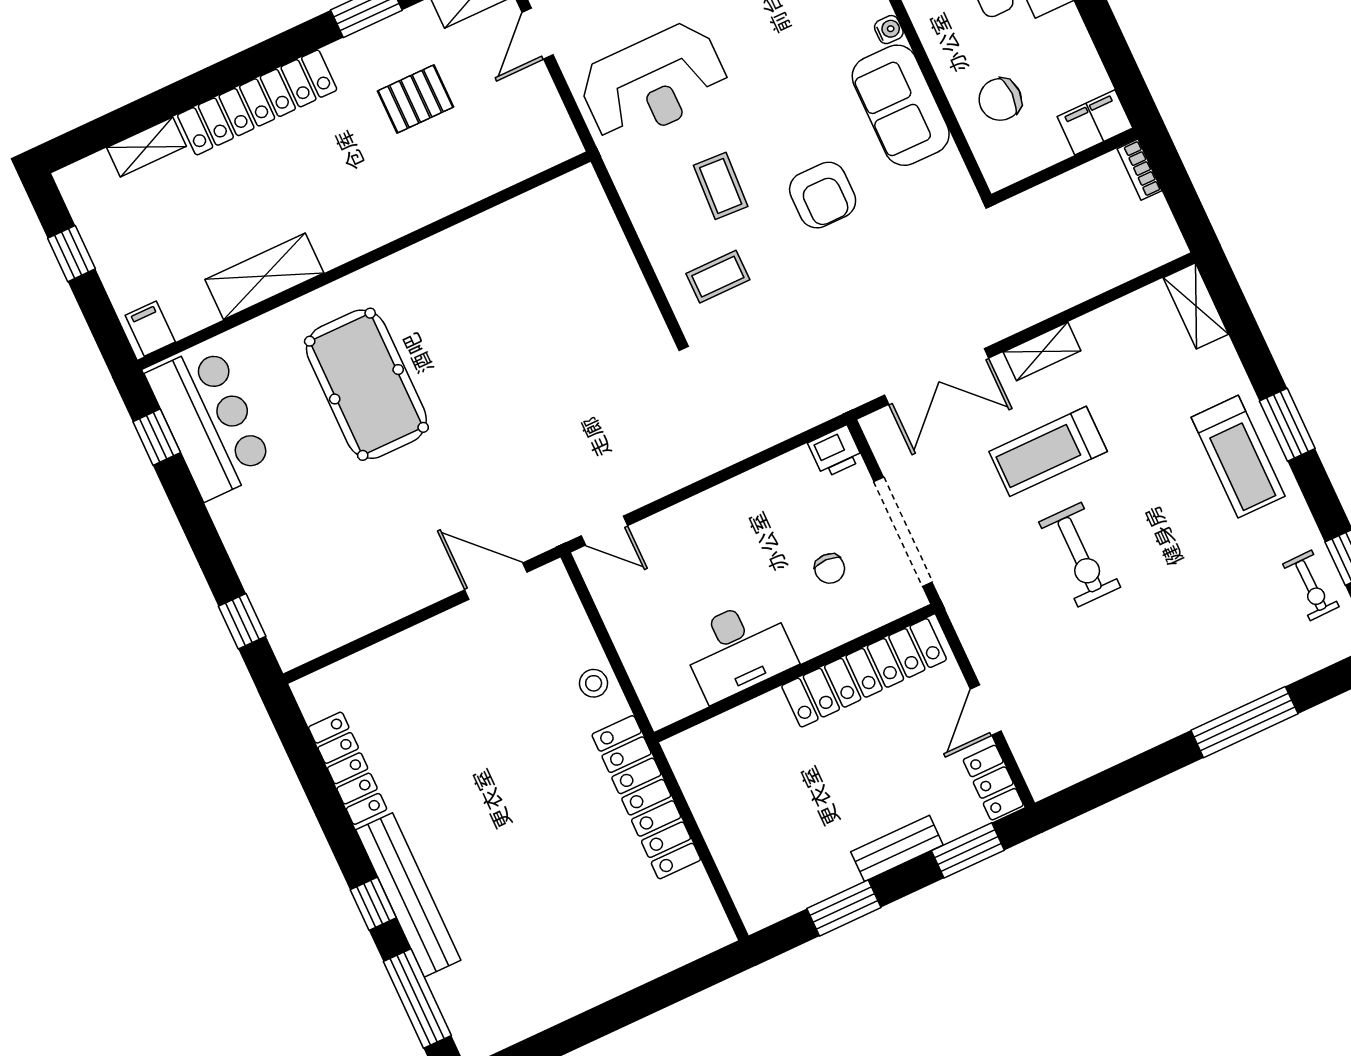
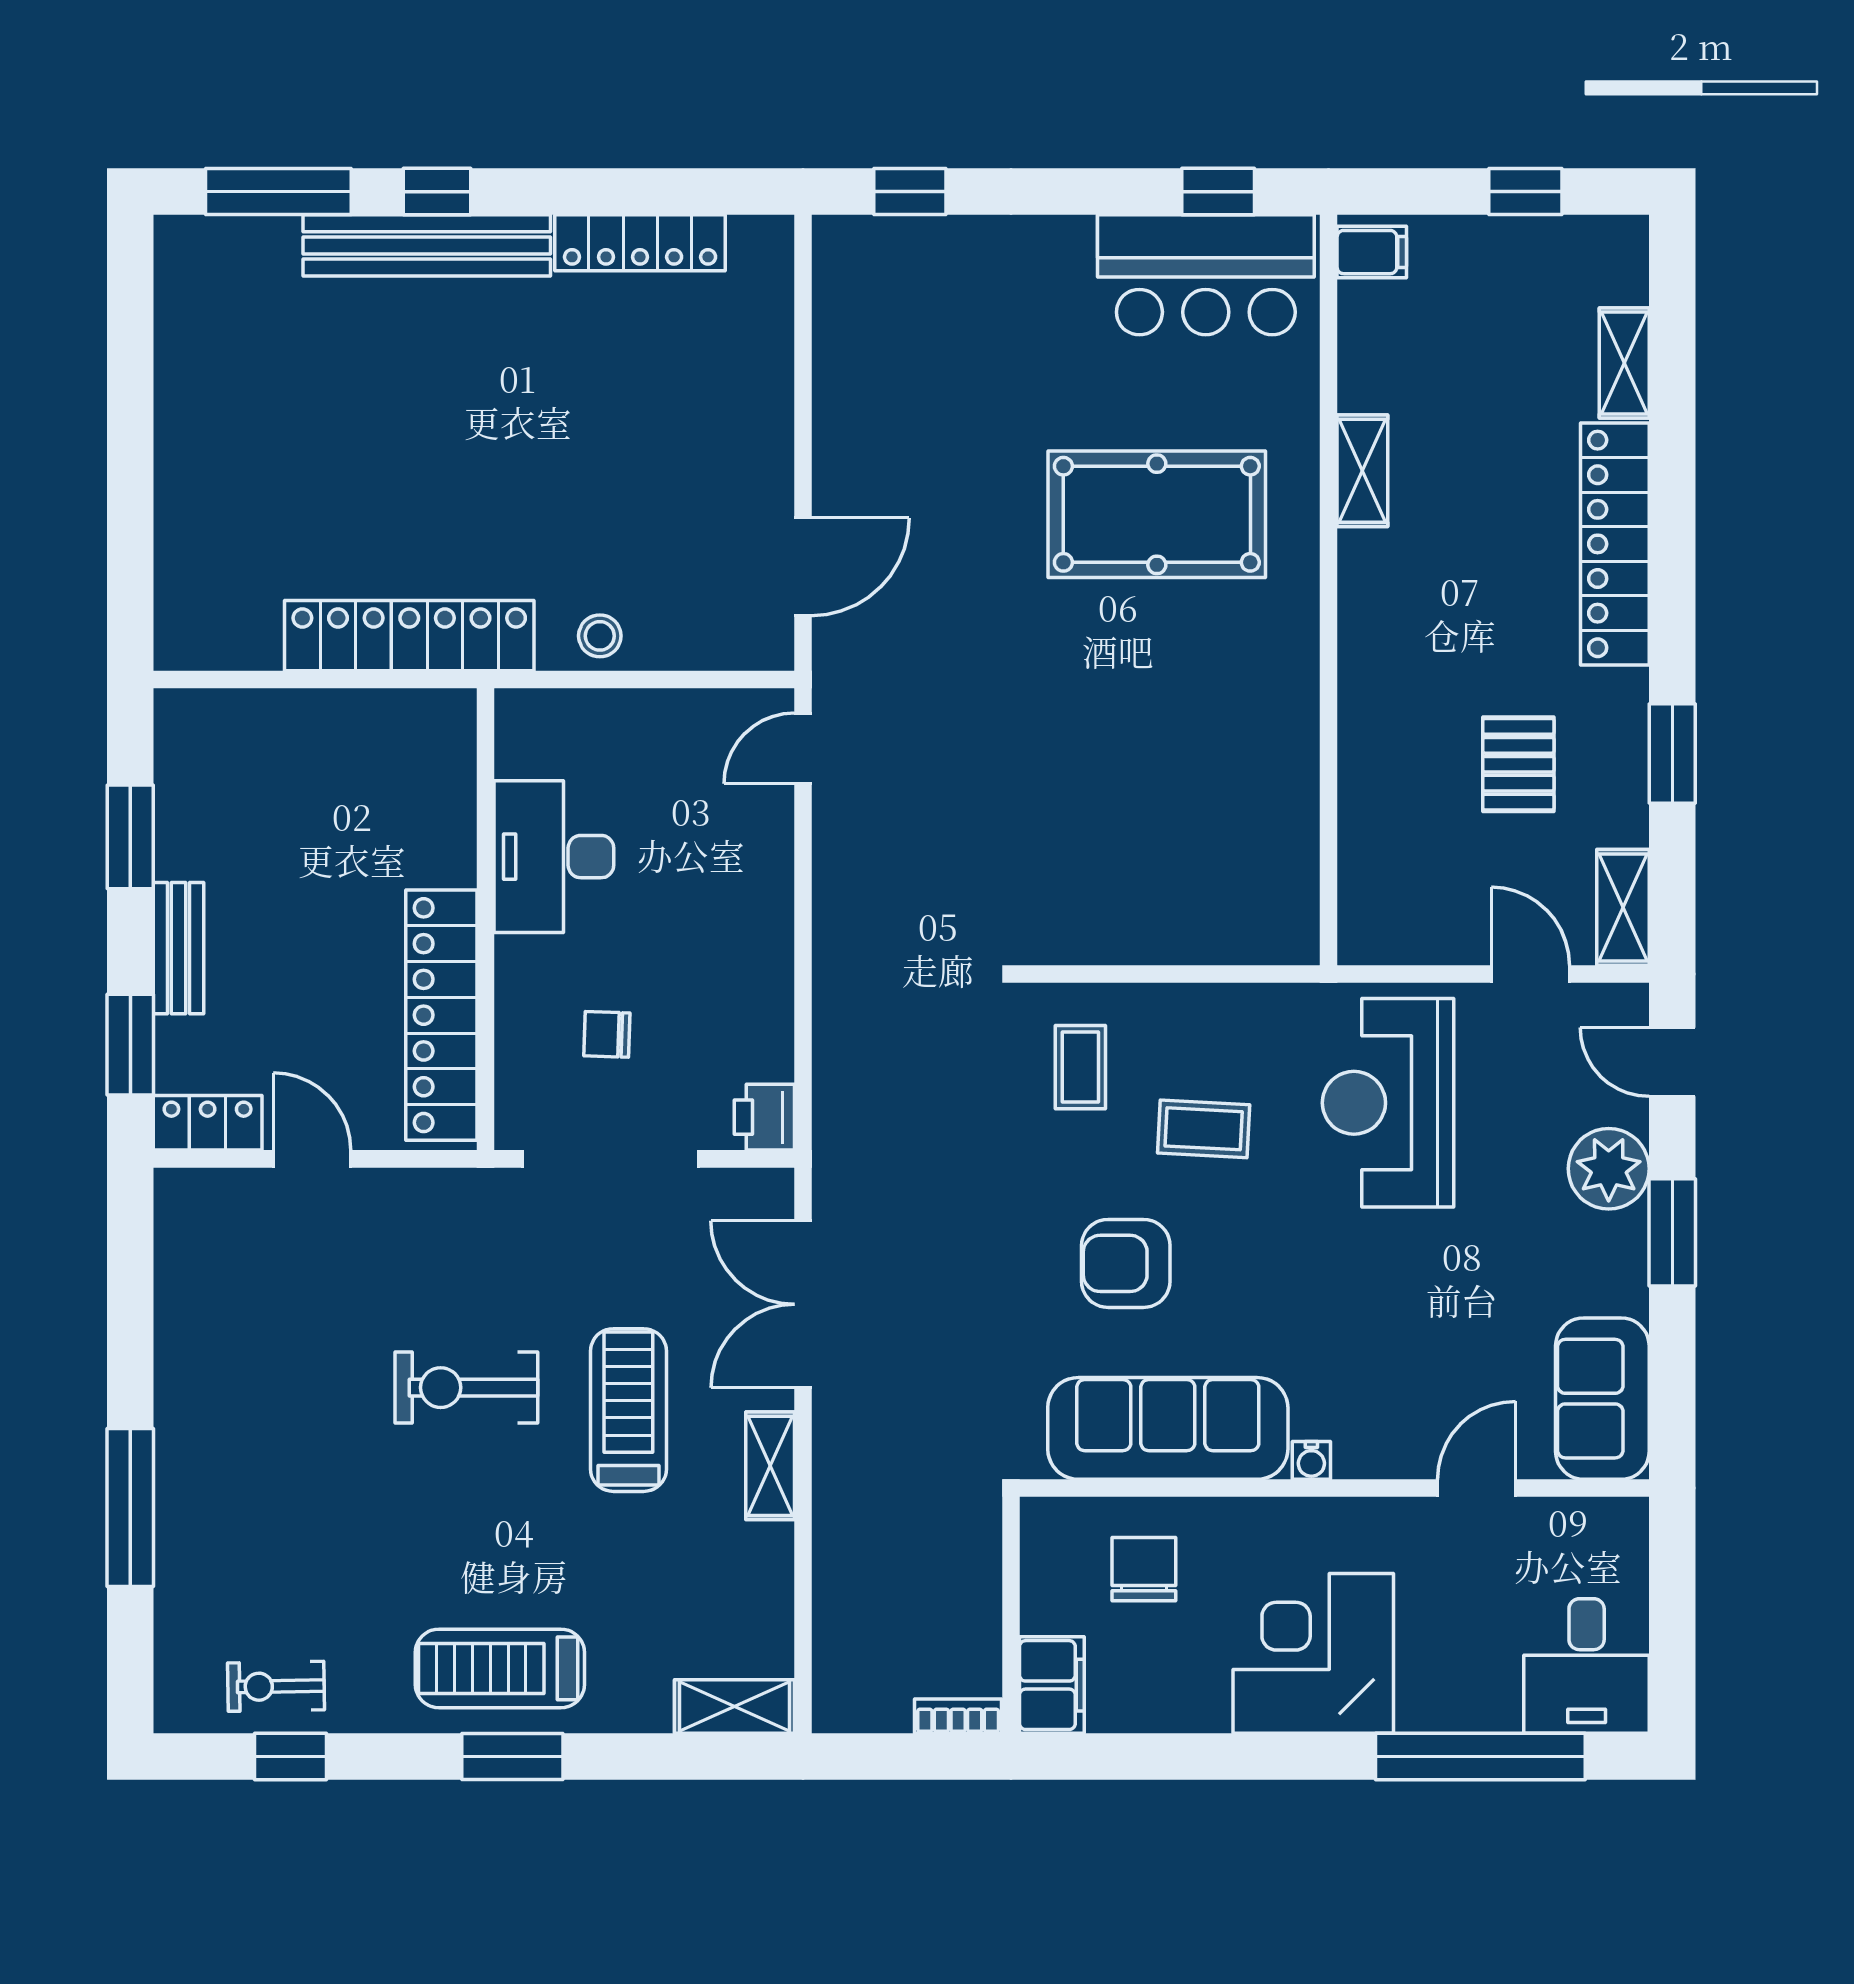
sofa: (901, 105) -> (1168, 1428), width x1.36
shelving: (264, 276) -> (1362, 471), width x0.67, depth x0.75

